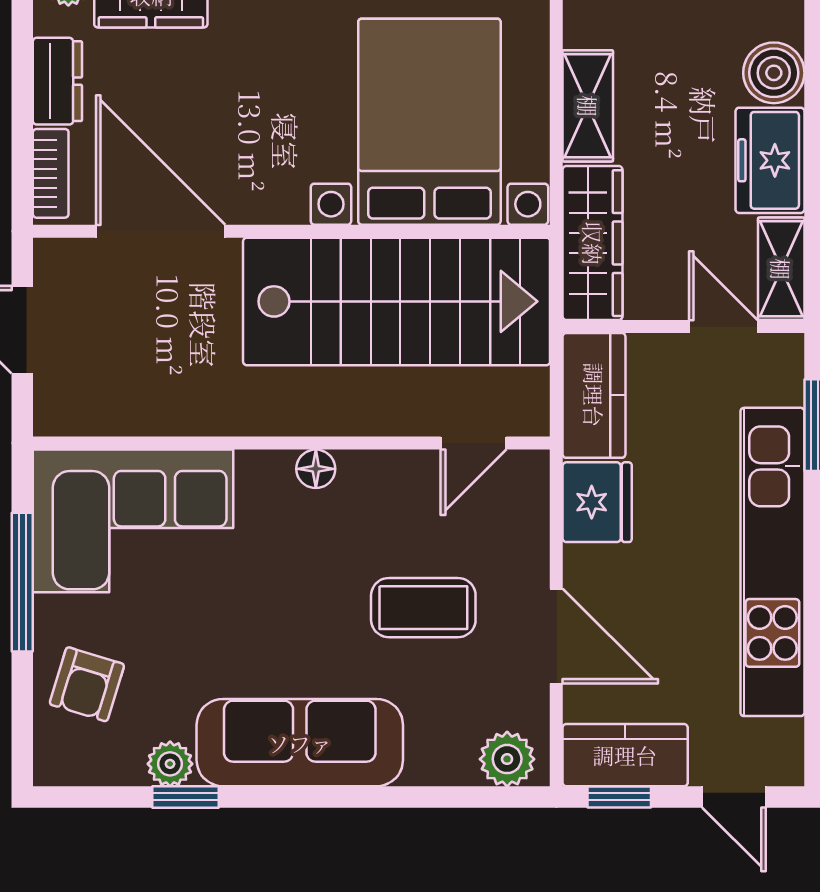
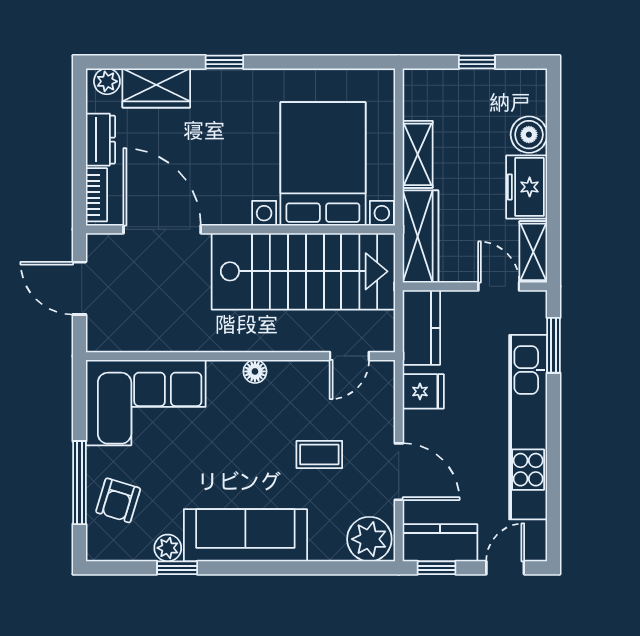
fridge: (597, 502) -> (423, 391), width x0.72
window: (22, 582) -> (79, 483), moved
coffee table: (423, 608) -> (319, 454), width x0.73, depth x0.77
plant: (507, 759) -> (369, 539), width x1.36, depth x1.36
door: (734, 797) -> (505, 568), swing flipped

